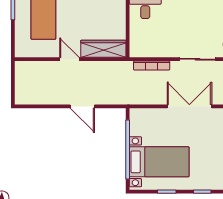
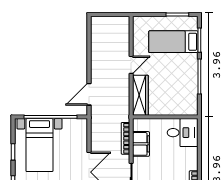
filing cabinet: (158, 48) -> (141, 144), added
door: (82, 106) -> (89, 94), moved

